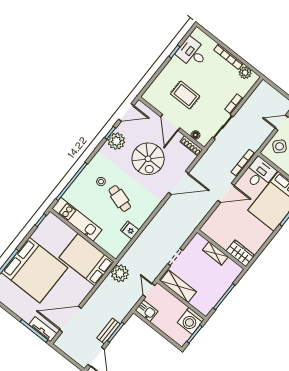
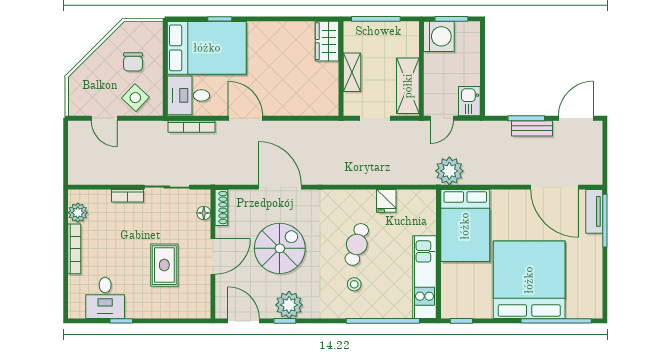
wall: (221, 249) -> (341, 69), moved
shelving: (215, 253) -> (352, 72), moved
wardrobe: (240, 253) -> (327, 41), moved

